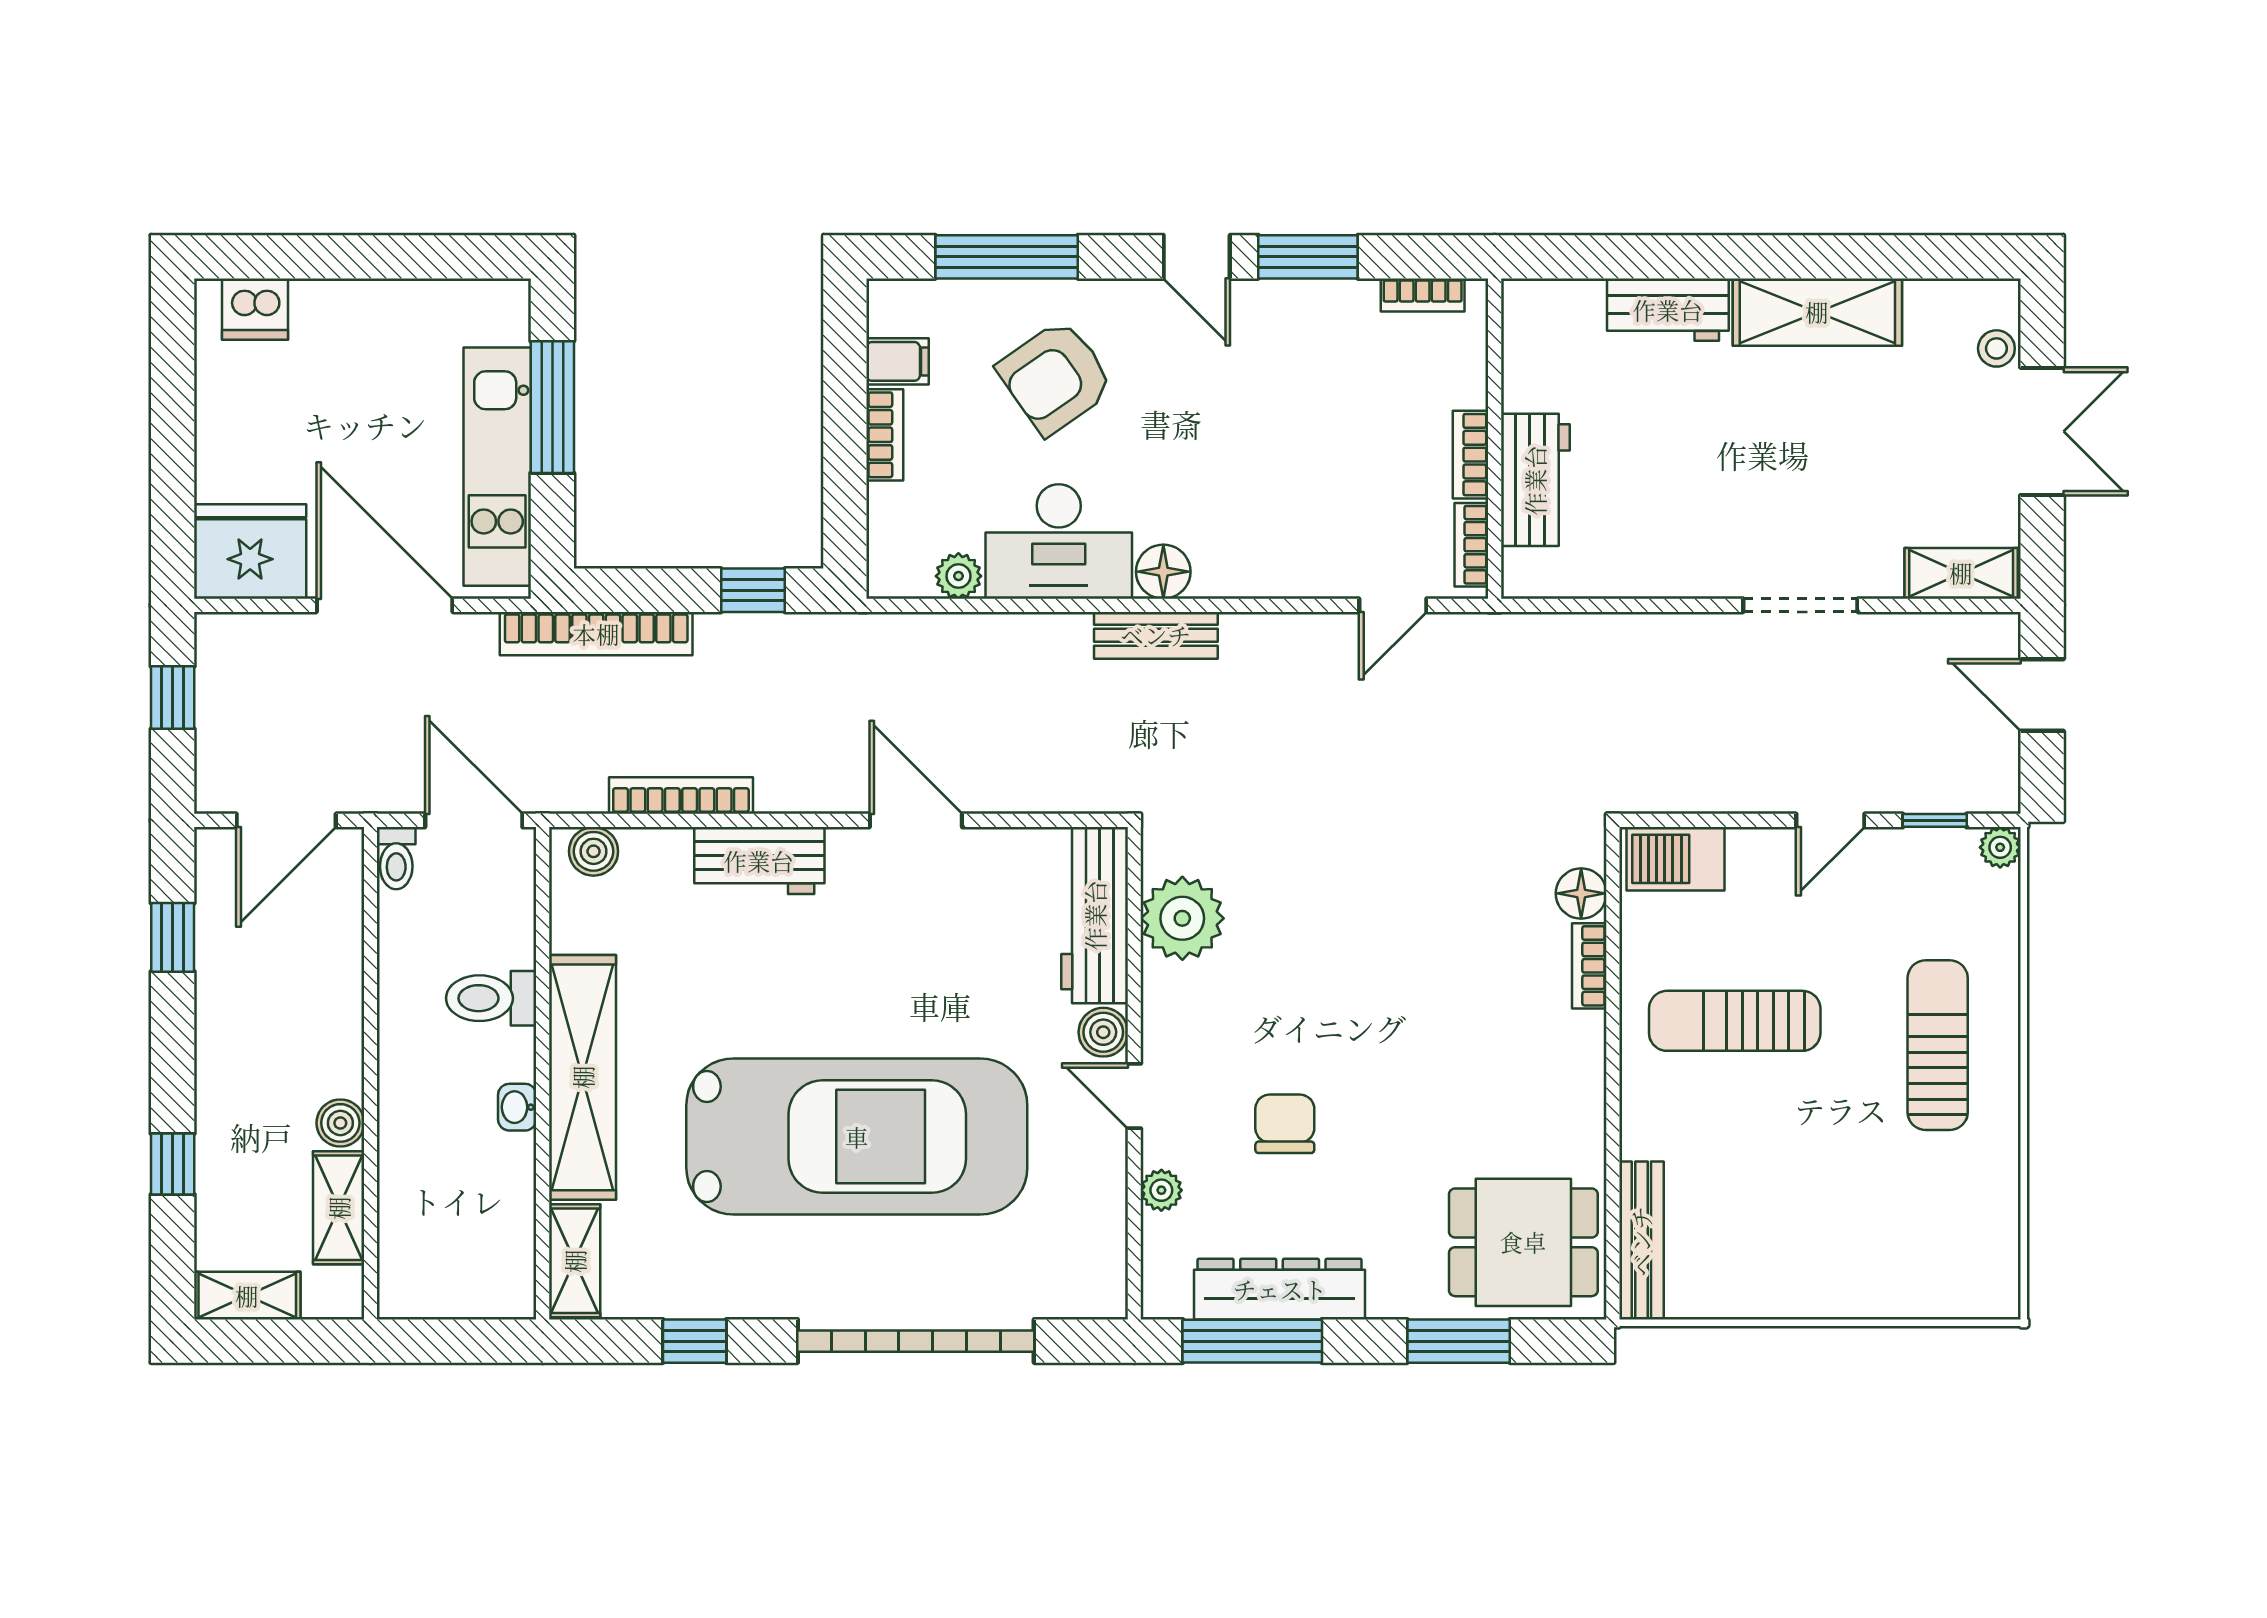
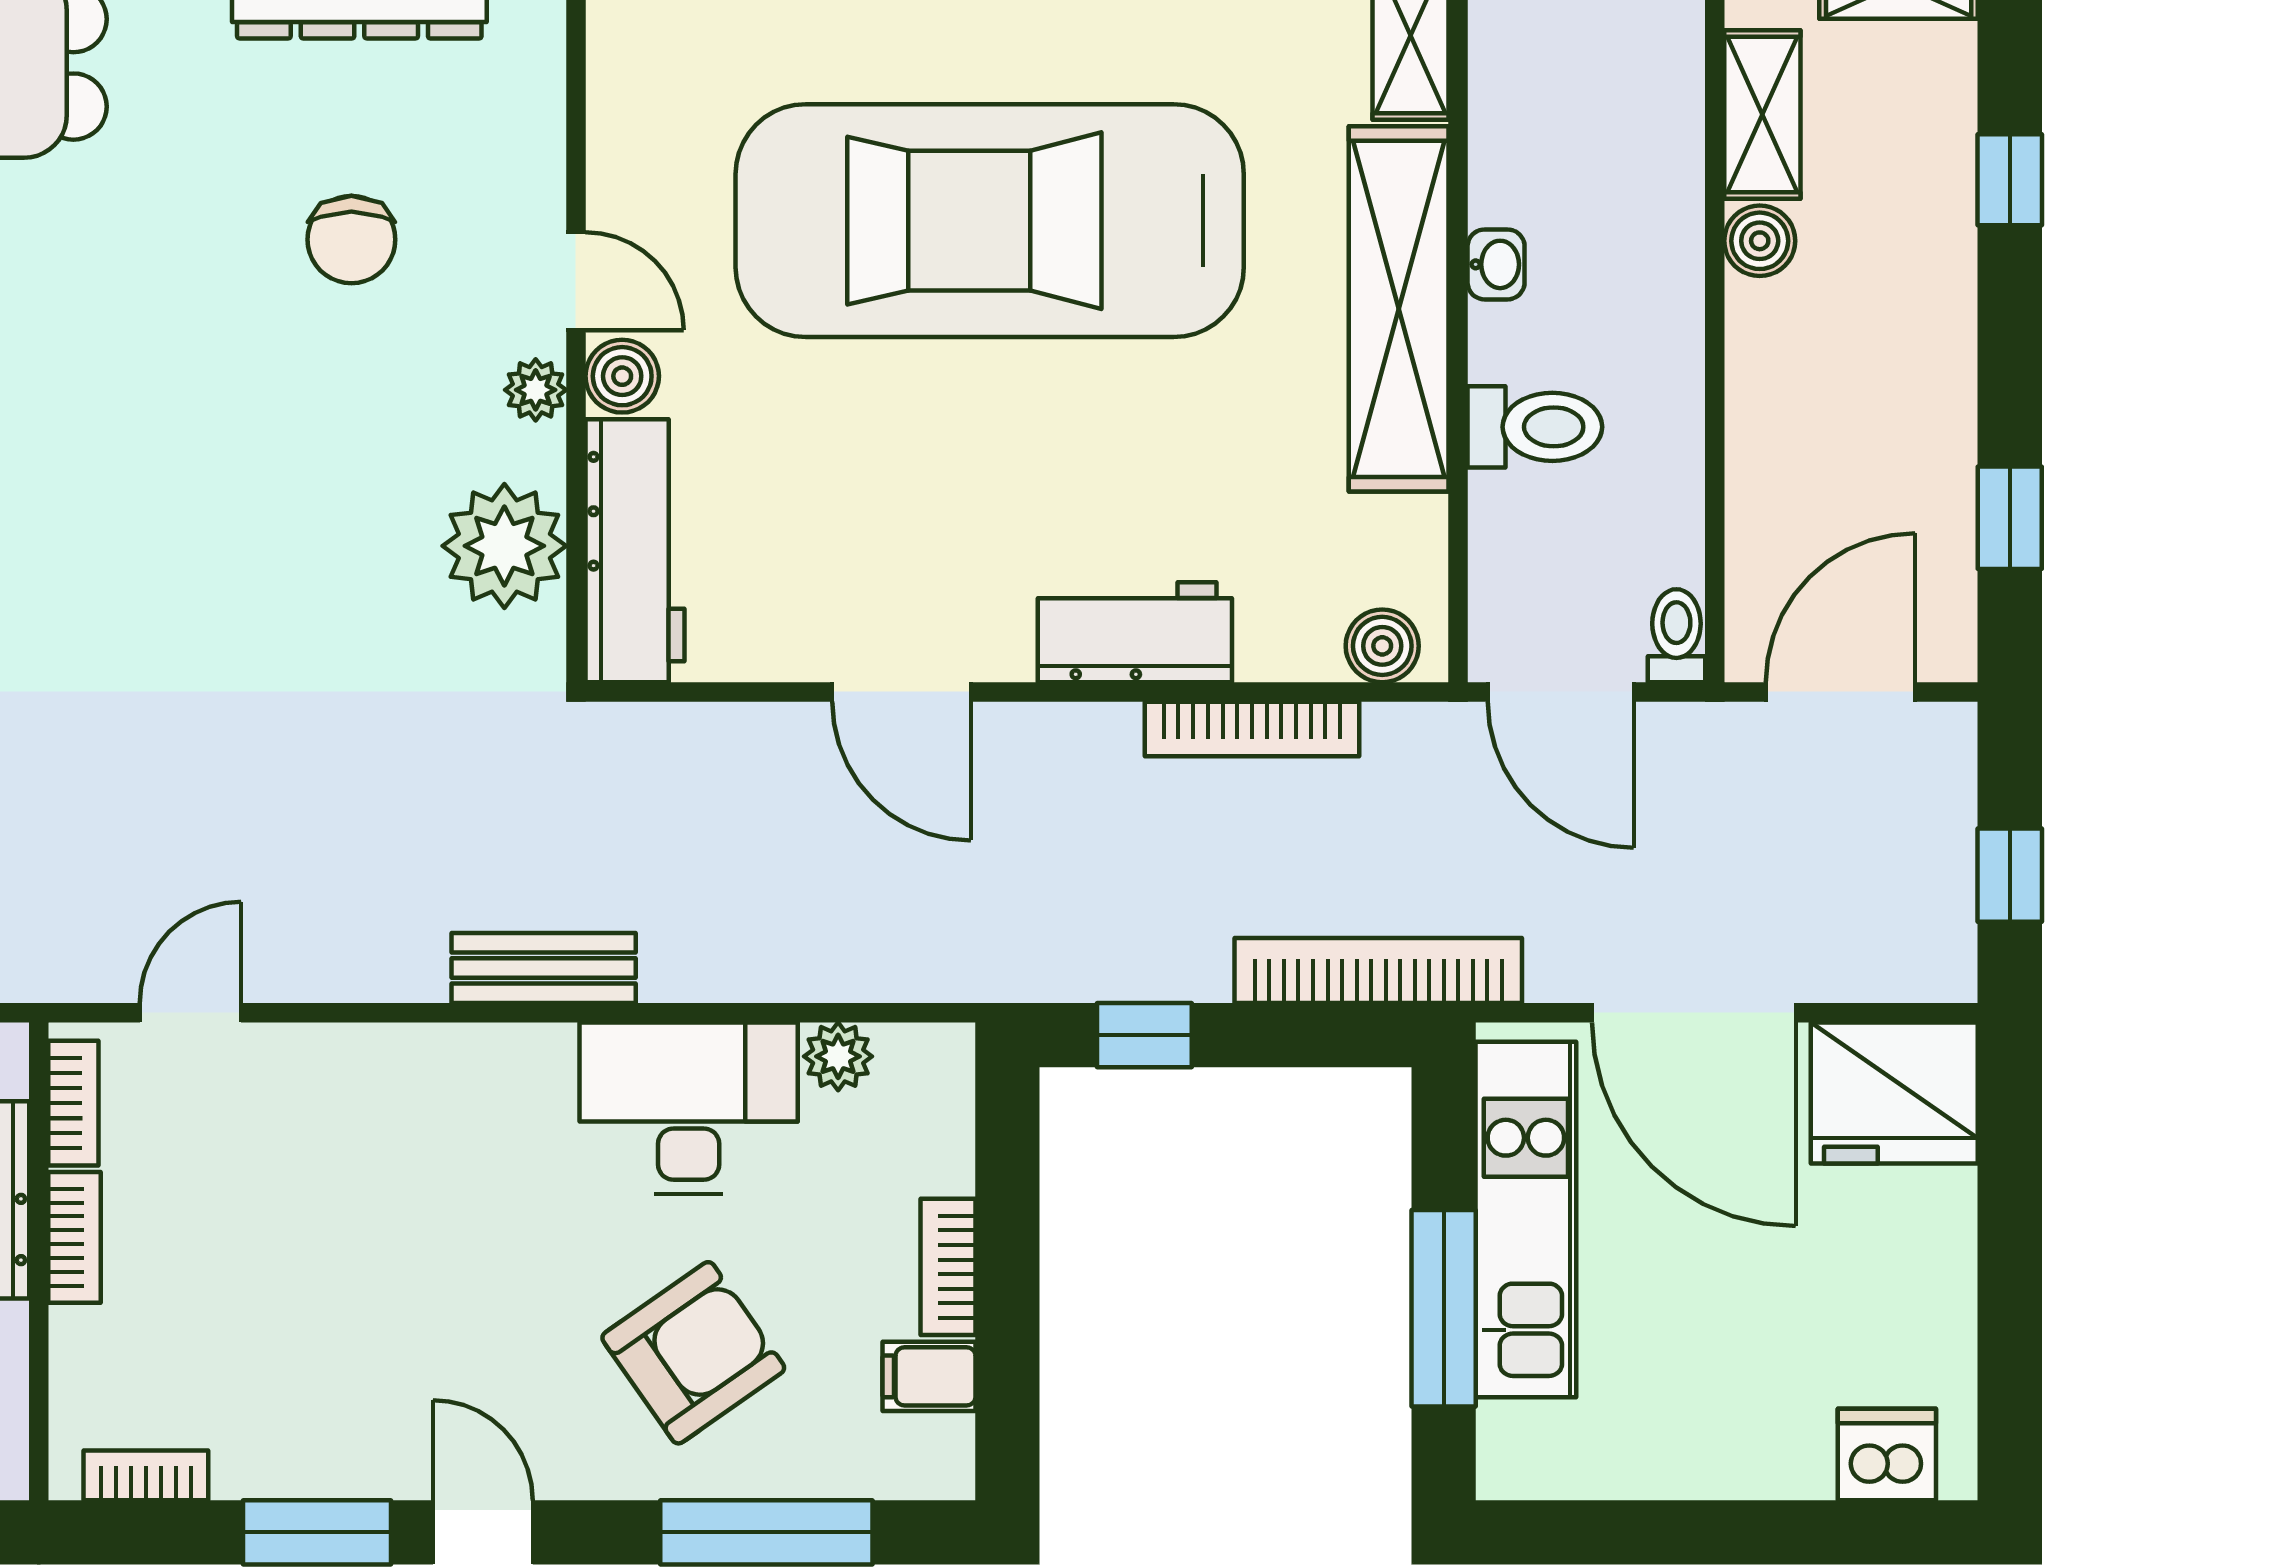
floor lamp: (1163, 572) -> (533, 1063), removed
plant: (1161, 1190) -> (536, 390), moved

